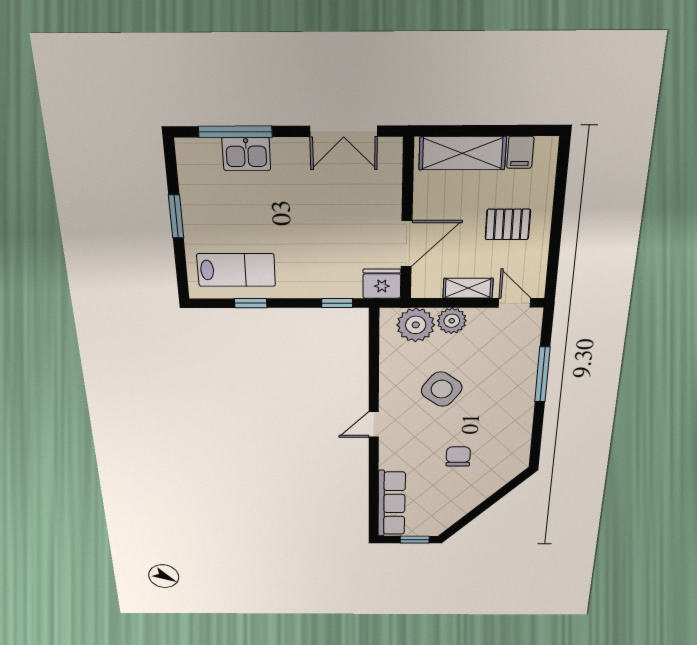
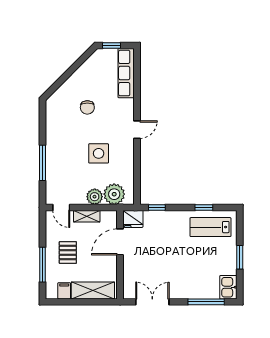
kitchen sink: (246, 154) -> (228, 287), moved, turned -90
window: (559, 202) -> (43, 265), added
pallet: (508, 224) -> (68, 252), turned 90
side table: (442, 389) -> (99, 153), turned -36

